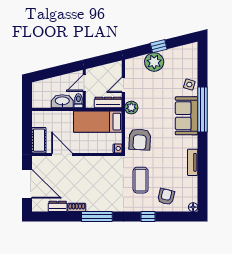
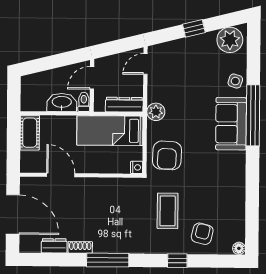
plant: (154, 62) -> (230, 40), moved
door: (123, 85) -> (145, 64), moved
cot: (39, 140) -> (30, 133), moved
tv unit: (193, 162) -> (239, 187), removed

